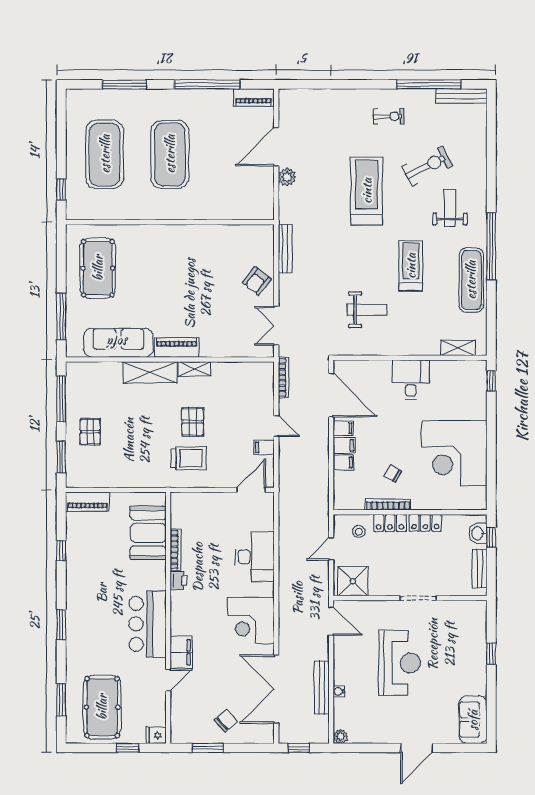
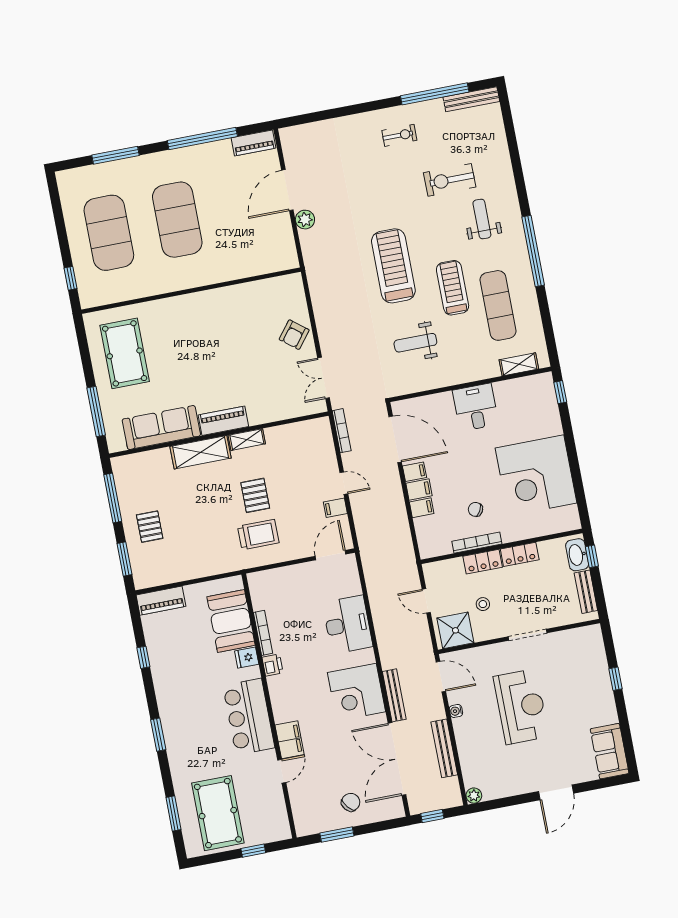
exercise bike: (427, 166) -> (450, 180), turned -153
treadmill: (367, 191) -> (393, 266), moved
bench: (285, 249) -> (394, 695), moved
exercise mat: (471, 280) -> (498, 305), moved
weight bench: (367, 310) -> (415, 343), turned 180
stool: (359, 532) -> (483, 604), moved
washbasin: (478, 533) -> (577, 555), width x1.38
door: (331, 549) -> (426, 601), hinge flipped
water cooler: (339, 691) -> (456, 711), moved
fridge: (156, 735) -> (247, 658), moved

